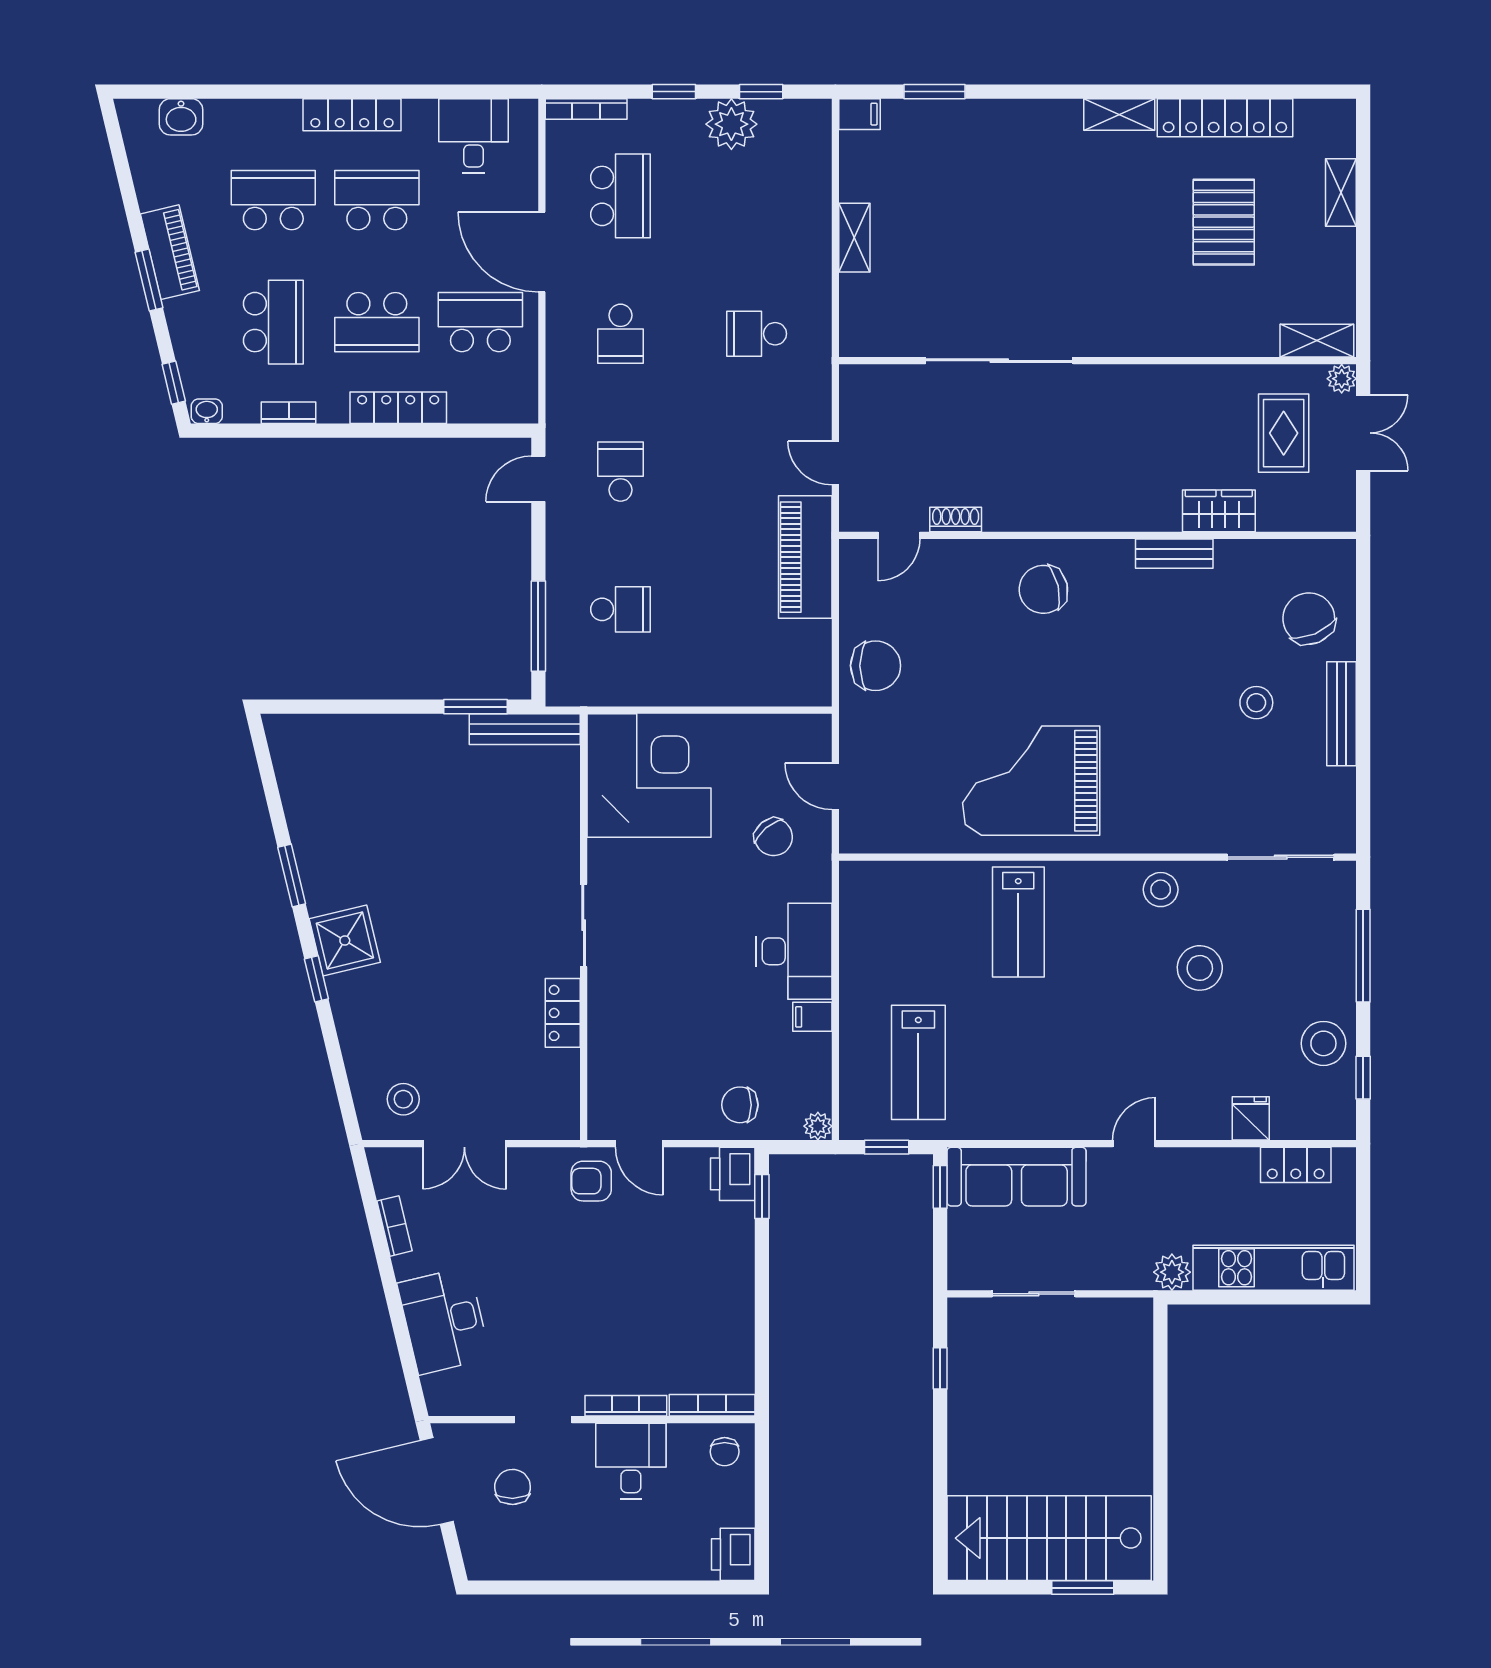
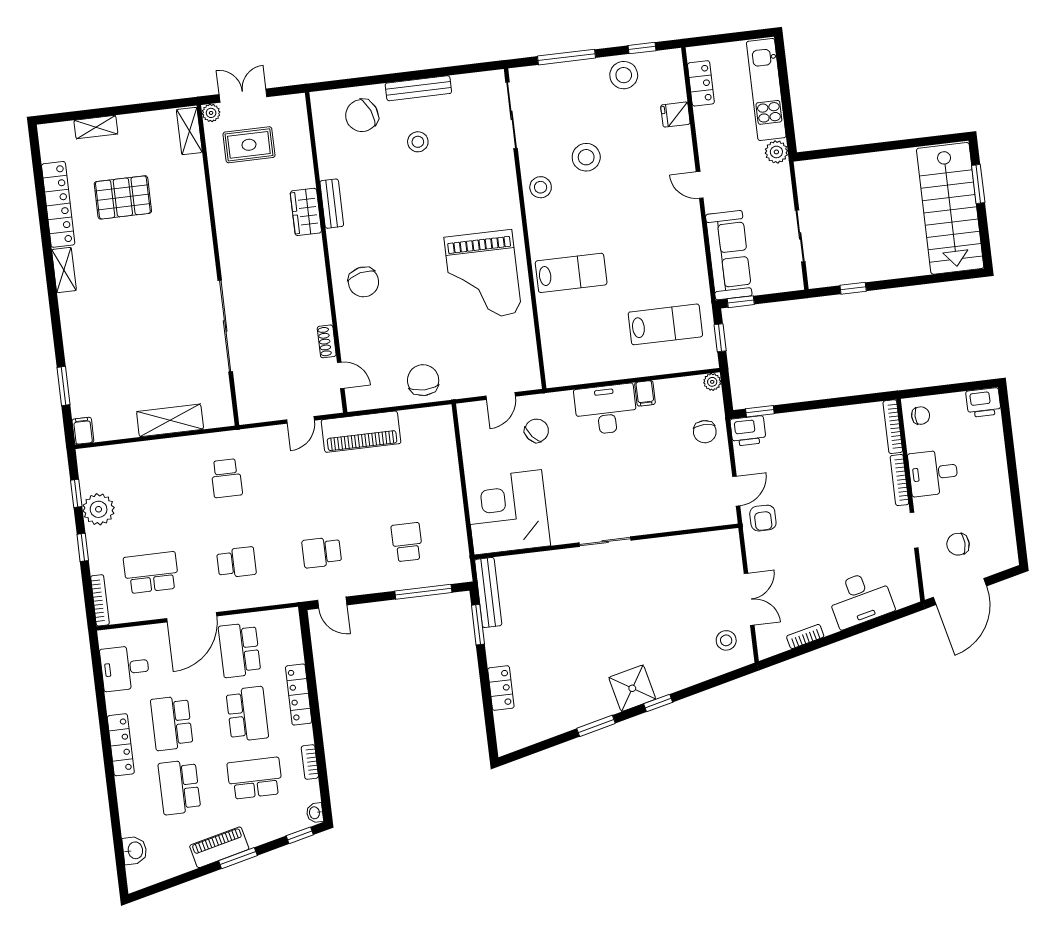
shelving: (854, 238) -> (170, 420), width x1.50, depth x1.33
wardrobe: (1219, 511) -> (306, 212), moved
locker: (563, 1013) -> (501, 688), moved, turned -90

